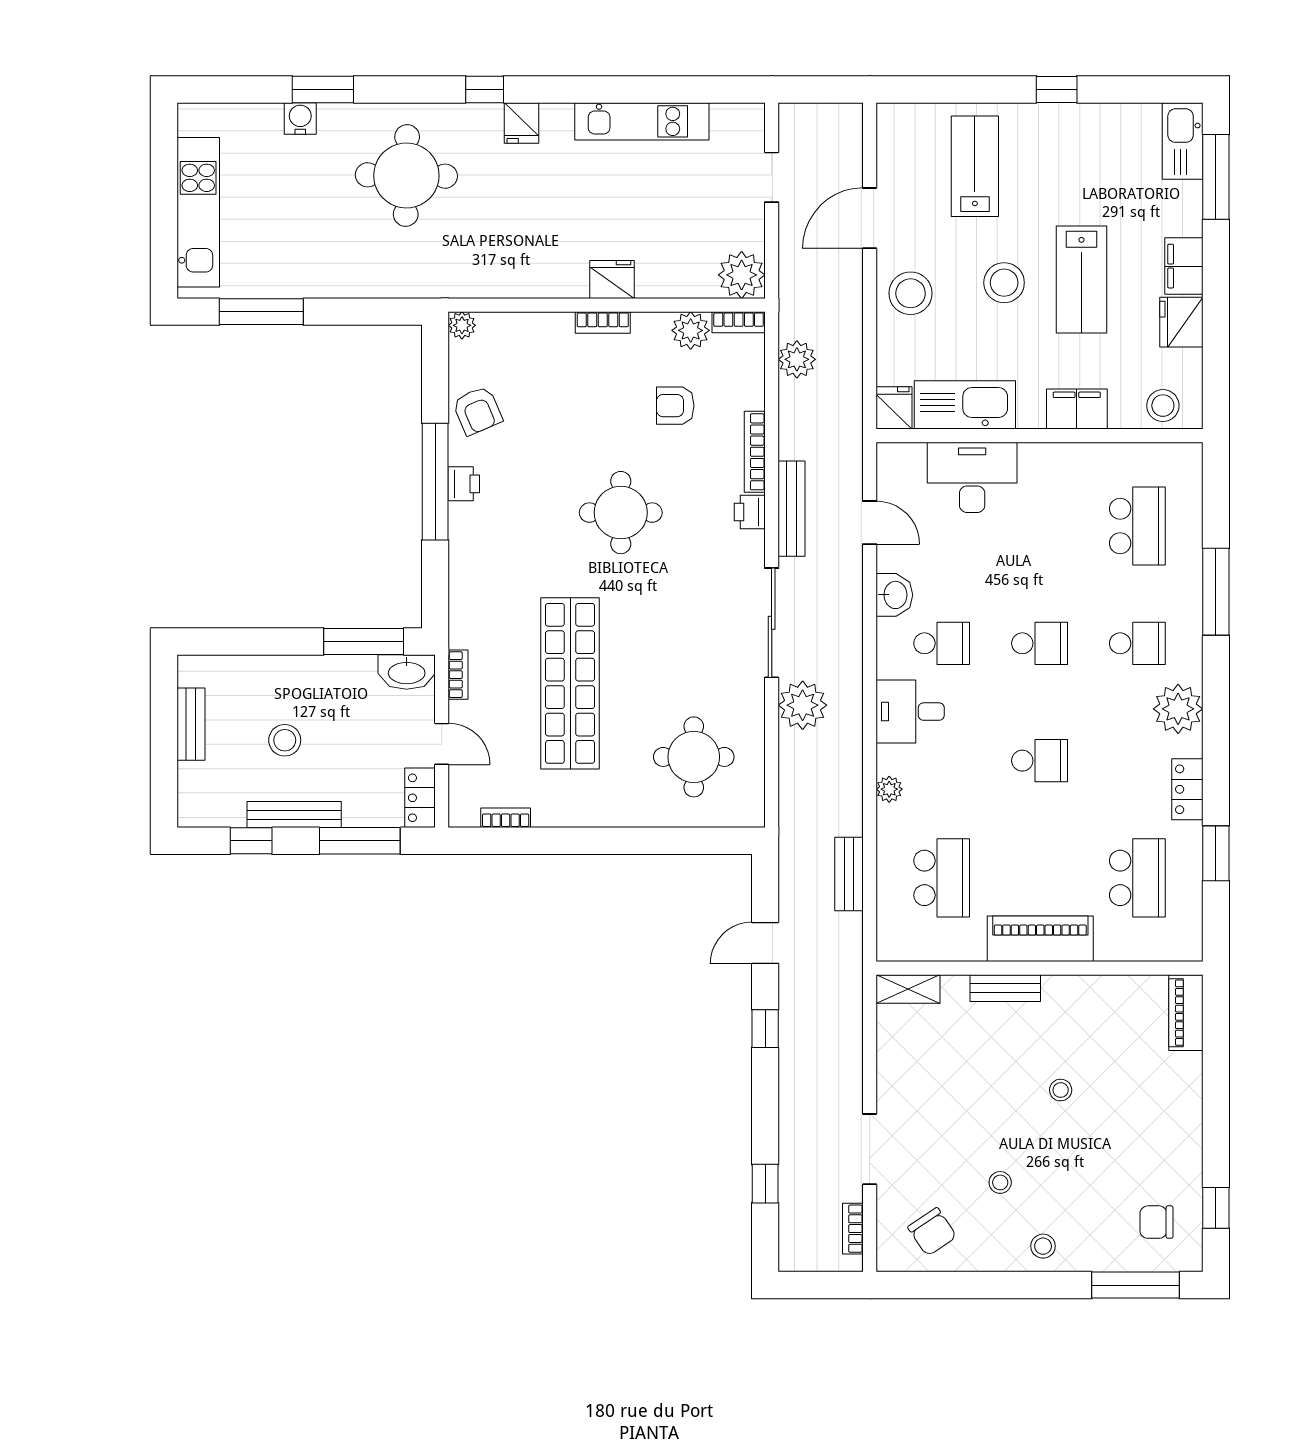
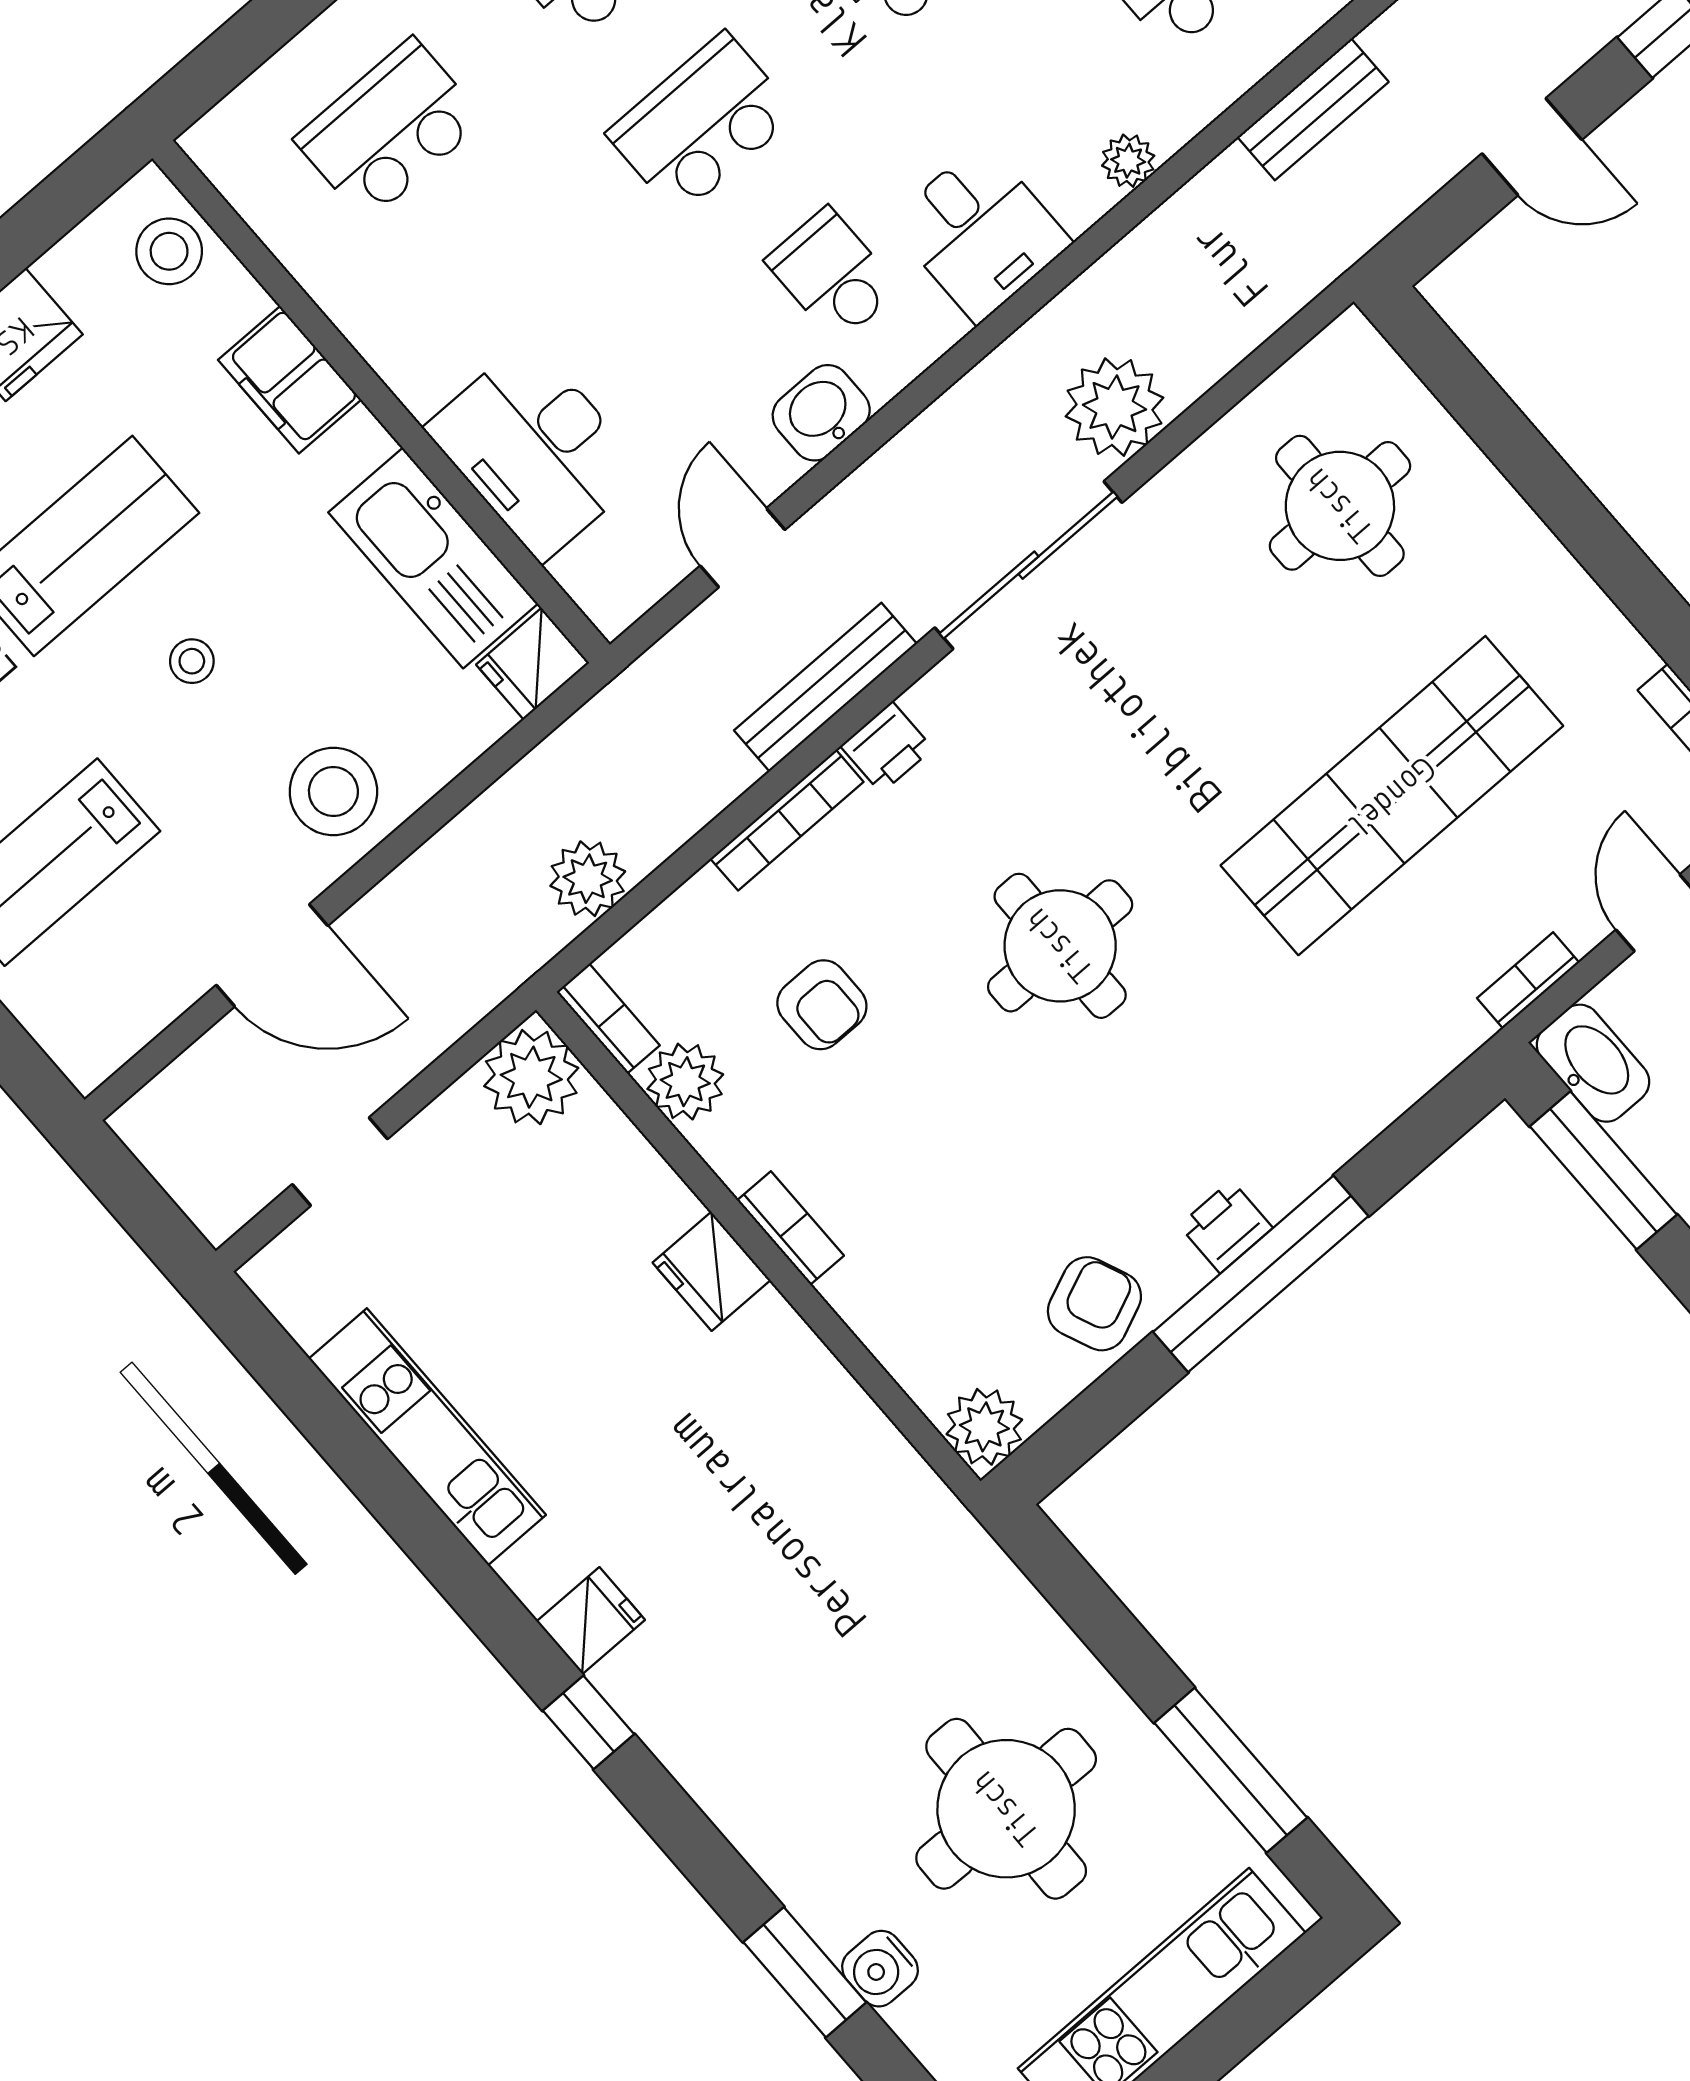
round table: (406, 175) -> (1006, 1809), moved
stool: (1004, 283) -> (192, 661), width x0.53, depth x0.53
plant: (462, 325) -> (984, 1427), width x1.38, depth x1.38
school desk: (1040, 643) -> (702, 124), width x1.85

